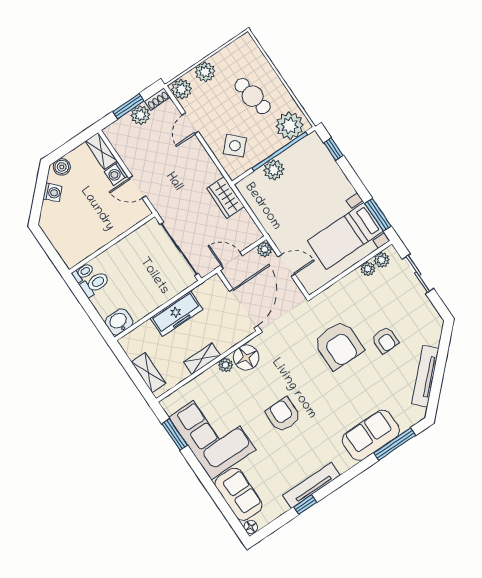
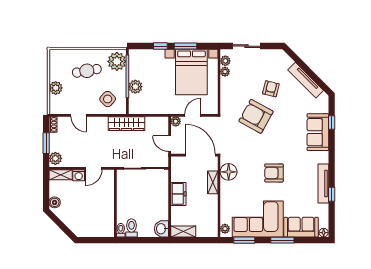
plant: (182, 89) -> (57, 107), removed
plant: (140, 115) -> (55, 158), moved
window: (333, 149) -> (160, 46), moved
washing machine: (52, 192) -> (65, 217), removed
wardrobe: (226, 197) -> (127, 124), width x1.50
window: (378, 215) -> (185, 46), moved
bed with nightstands: (345, 236) -> (191, 72), width x1.36
door: (232, 260) -> (170, 144), hinge flipped
freezer: (177, 314) -> (178, 194), width x0.71
armchair: (385, 340) -> (271, 89), turned -76
armchair: (338, 345) -> (256, 116), turned -151
shelving: (202, 359) -> (213, 182), moved
plant: (226, 365) -> (225, 229), moved
shelving: (148, 373) -> (183, 231), moved
window: (395, 444) -> (332, 122), width x0.46
window: (207, 482) -> (282, 240), added

